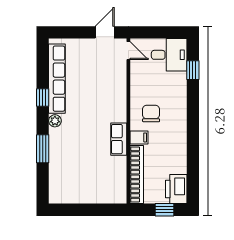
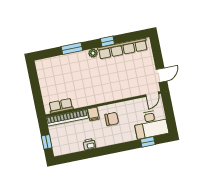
door: (105, 32) -> (162, 75), hinge flipped
desk: (169, 55) -> (151, 124), width x1.37
row of seats: (119, 139) -> (61, 106), moved
printer: (176, 189) -> (89, 144), moved, width x0.53, depth x0.68

